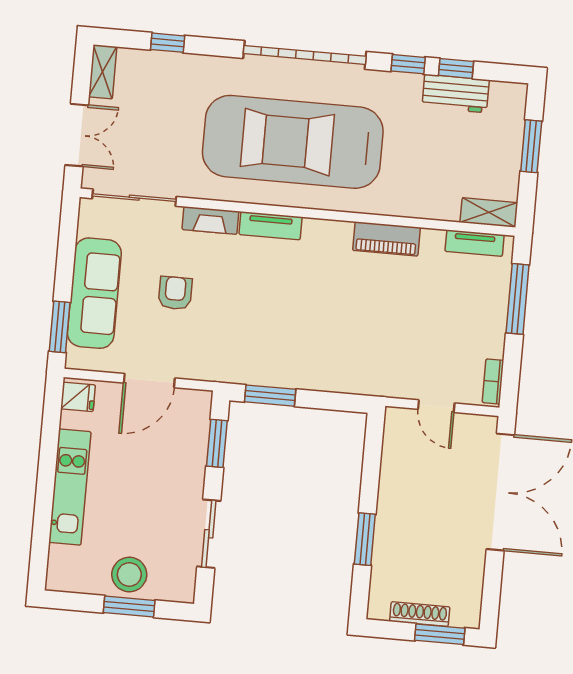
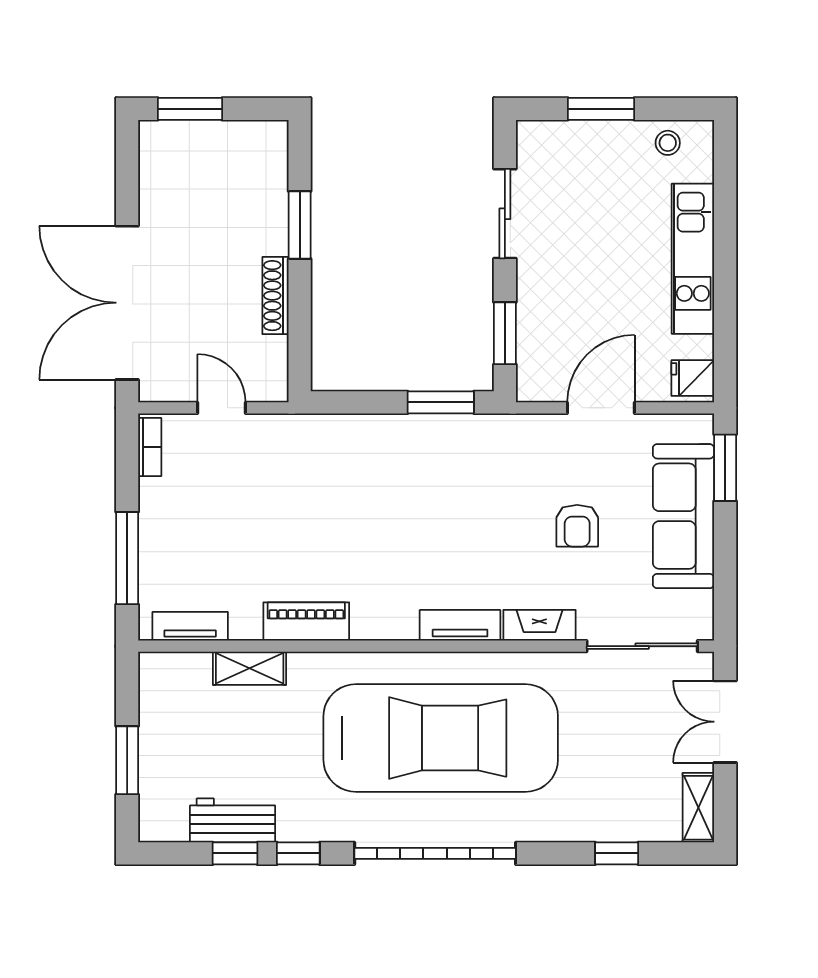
shelving: (489, 212) -> (250, 668), moved
stool: (129, 575) -> (668, 143), moved, width x0.53, depth x0.53
shoe rack: (420, 614) -> (275, 296), moved, turned 90

